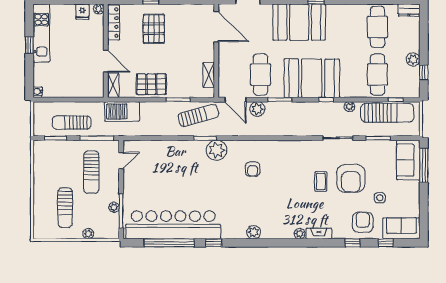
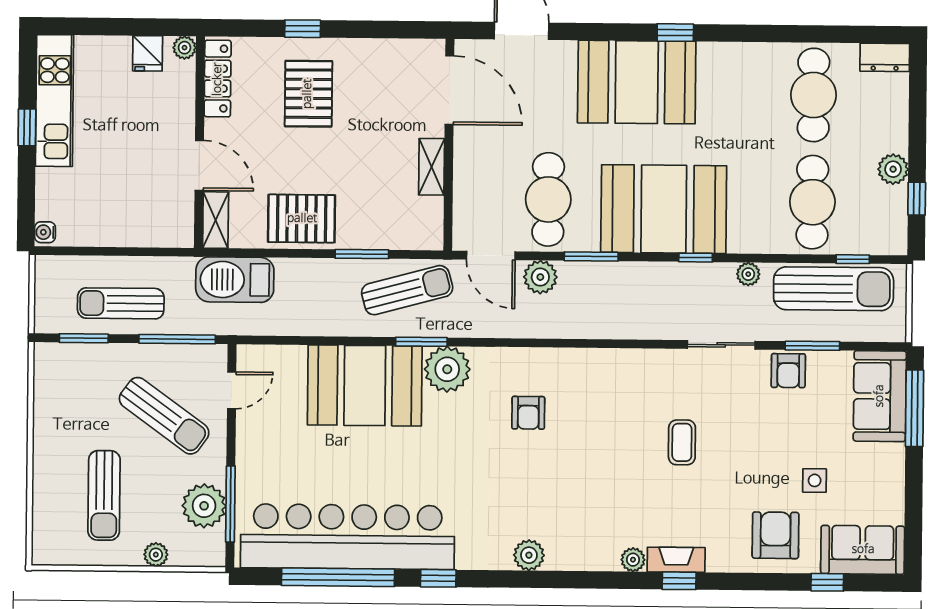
shelving: (209, 75) -> (432, 167), moved
booth: (180, 158) -> (365, 385), added
sun lounger: (91, 172) -> (164, 416), turned -54
armchair: (351, 178) -> (788, 371), moved, width x0.53, depth x0.53
plant: (114, 207) -> (204, 506), width x1.88, depth x1.88
window: (353, 243) -> (679, 581), moved

